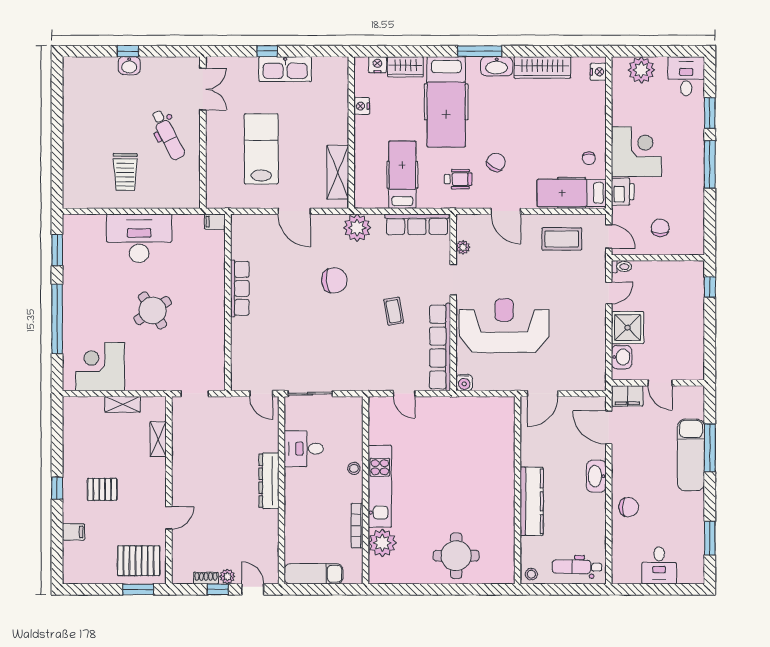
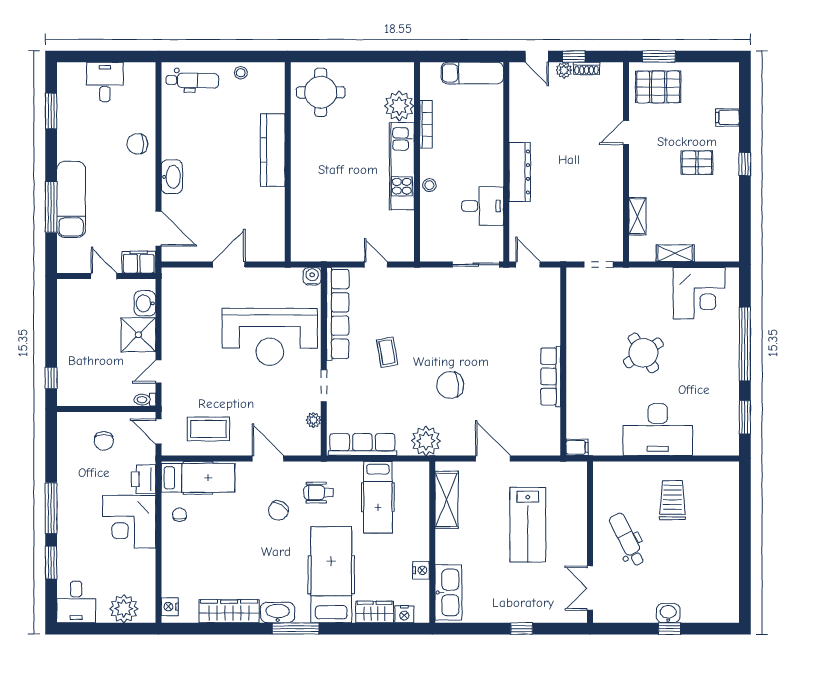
kitchen sink: (285, 69) -> (448, 592), moved, turned 90
wall: (518, 490) -> (288, 162), moved
kitchen counter: (532, 501) -> (273, 150), moved

